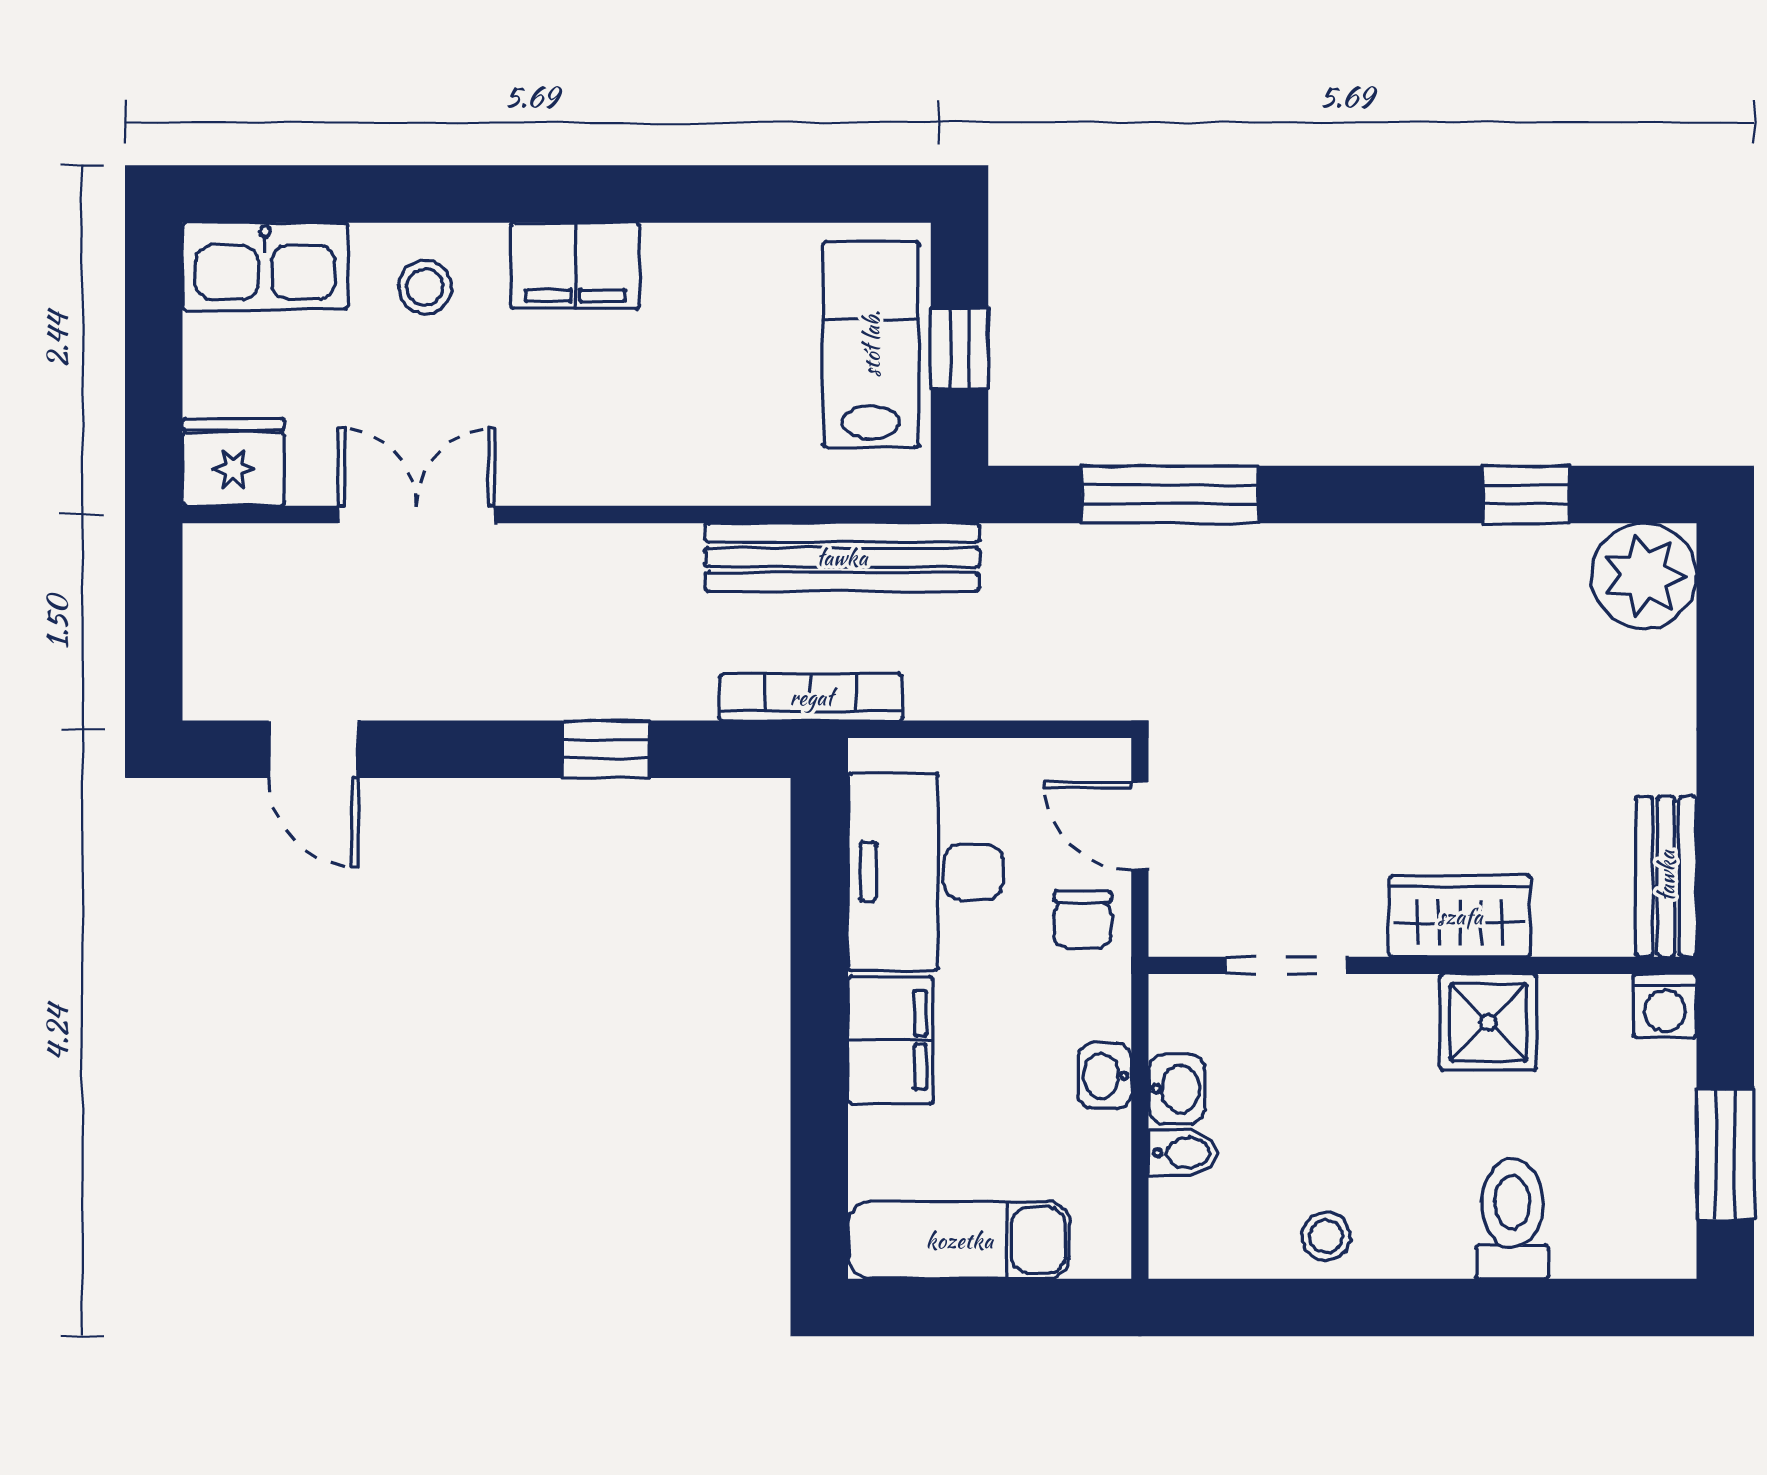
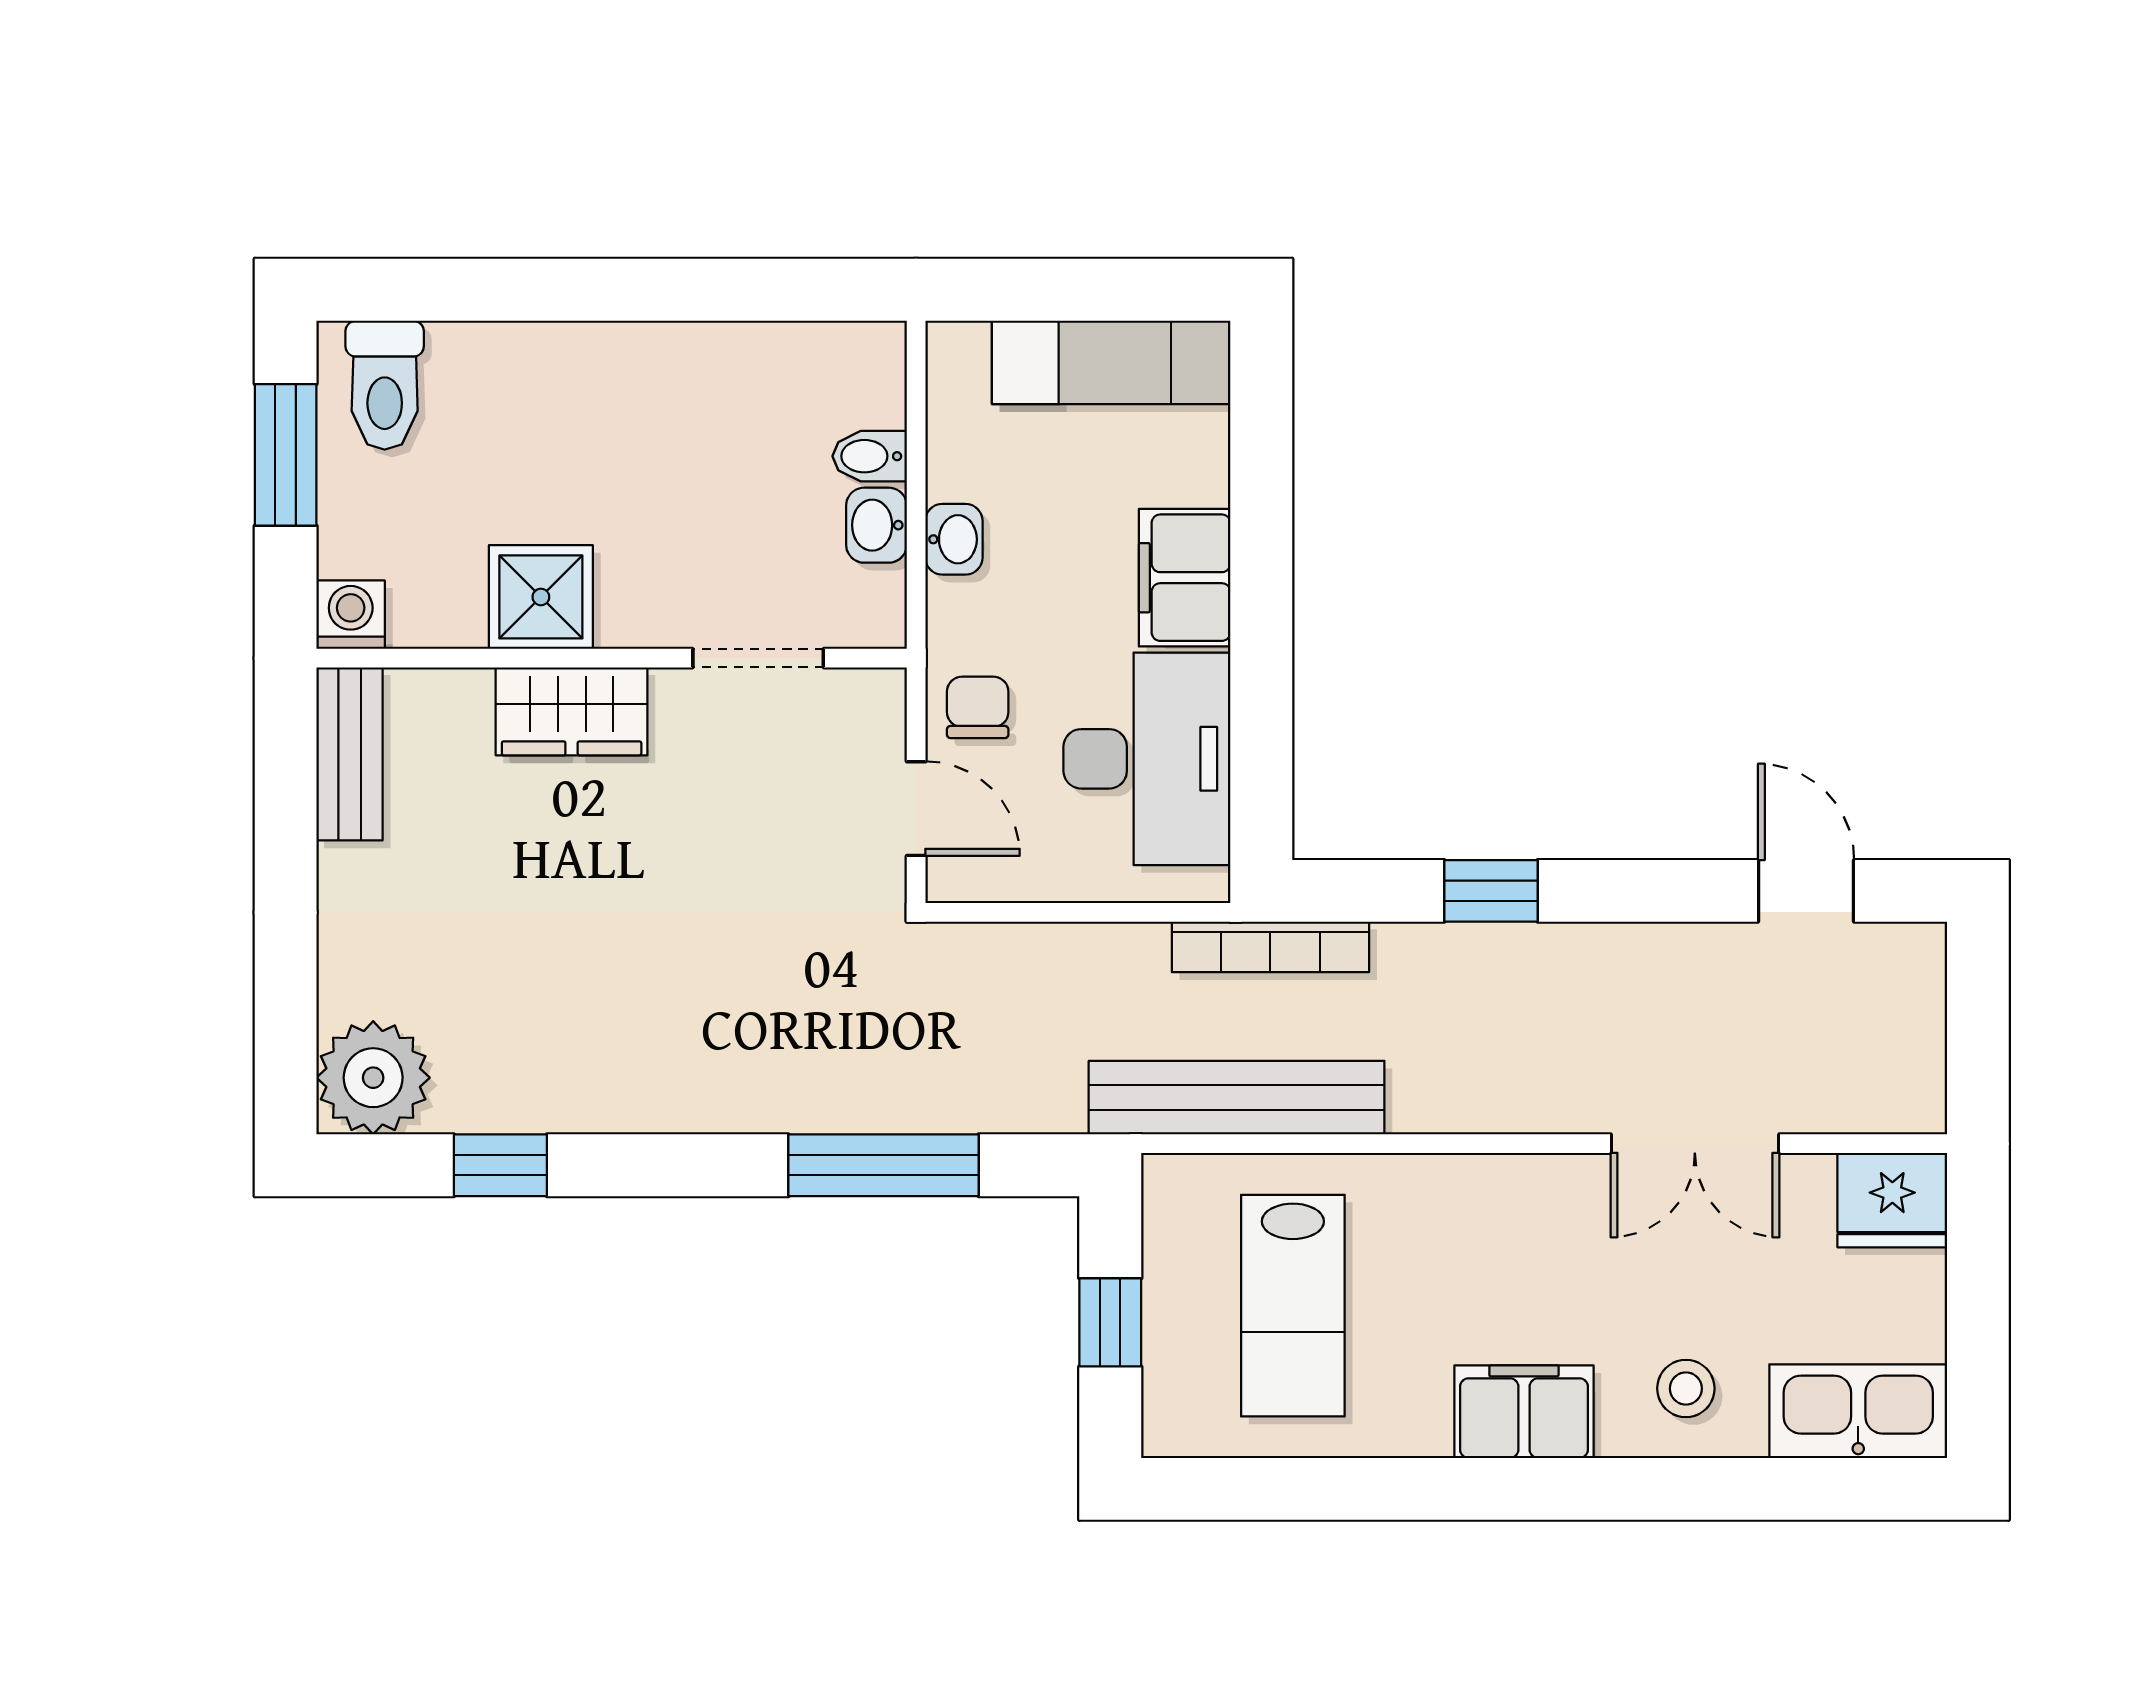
lab bench: (871, 344) -> (1293, 1306), moved
toilet: (1512, 1219) -> (385, 385), moved
stool: (1326, 1236) -> (716, 366), removed

